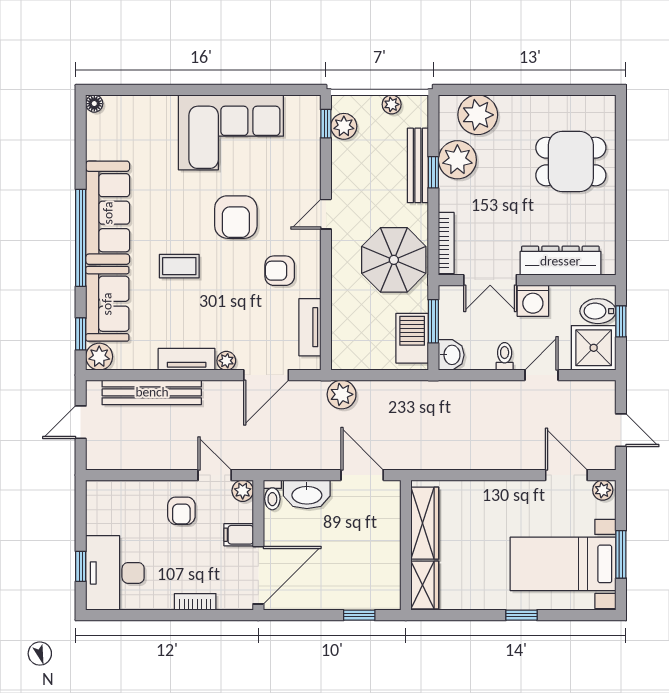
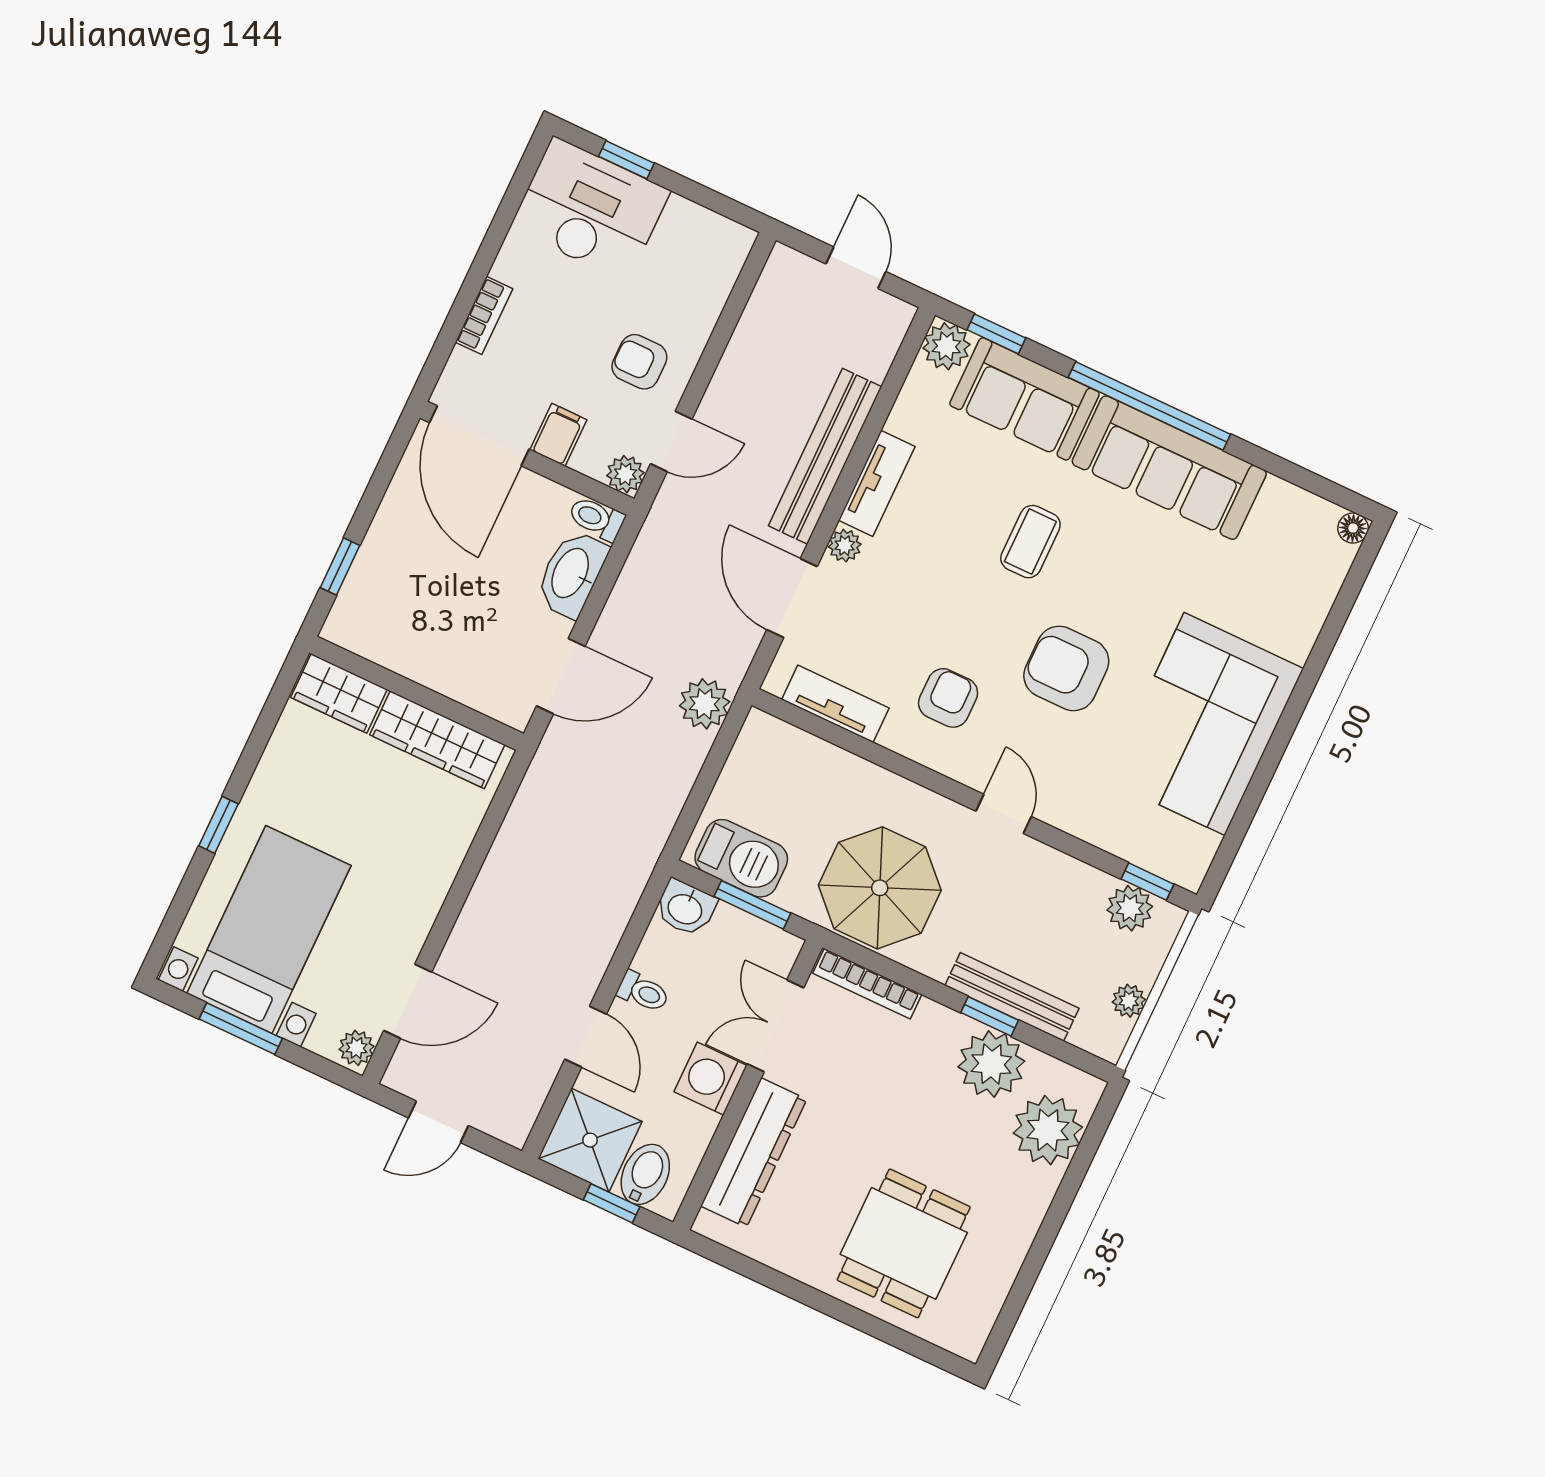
bench: (152, 392) -> (825, 456), moved

